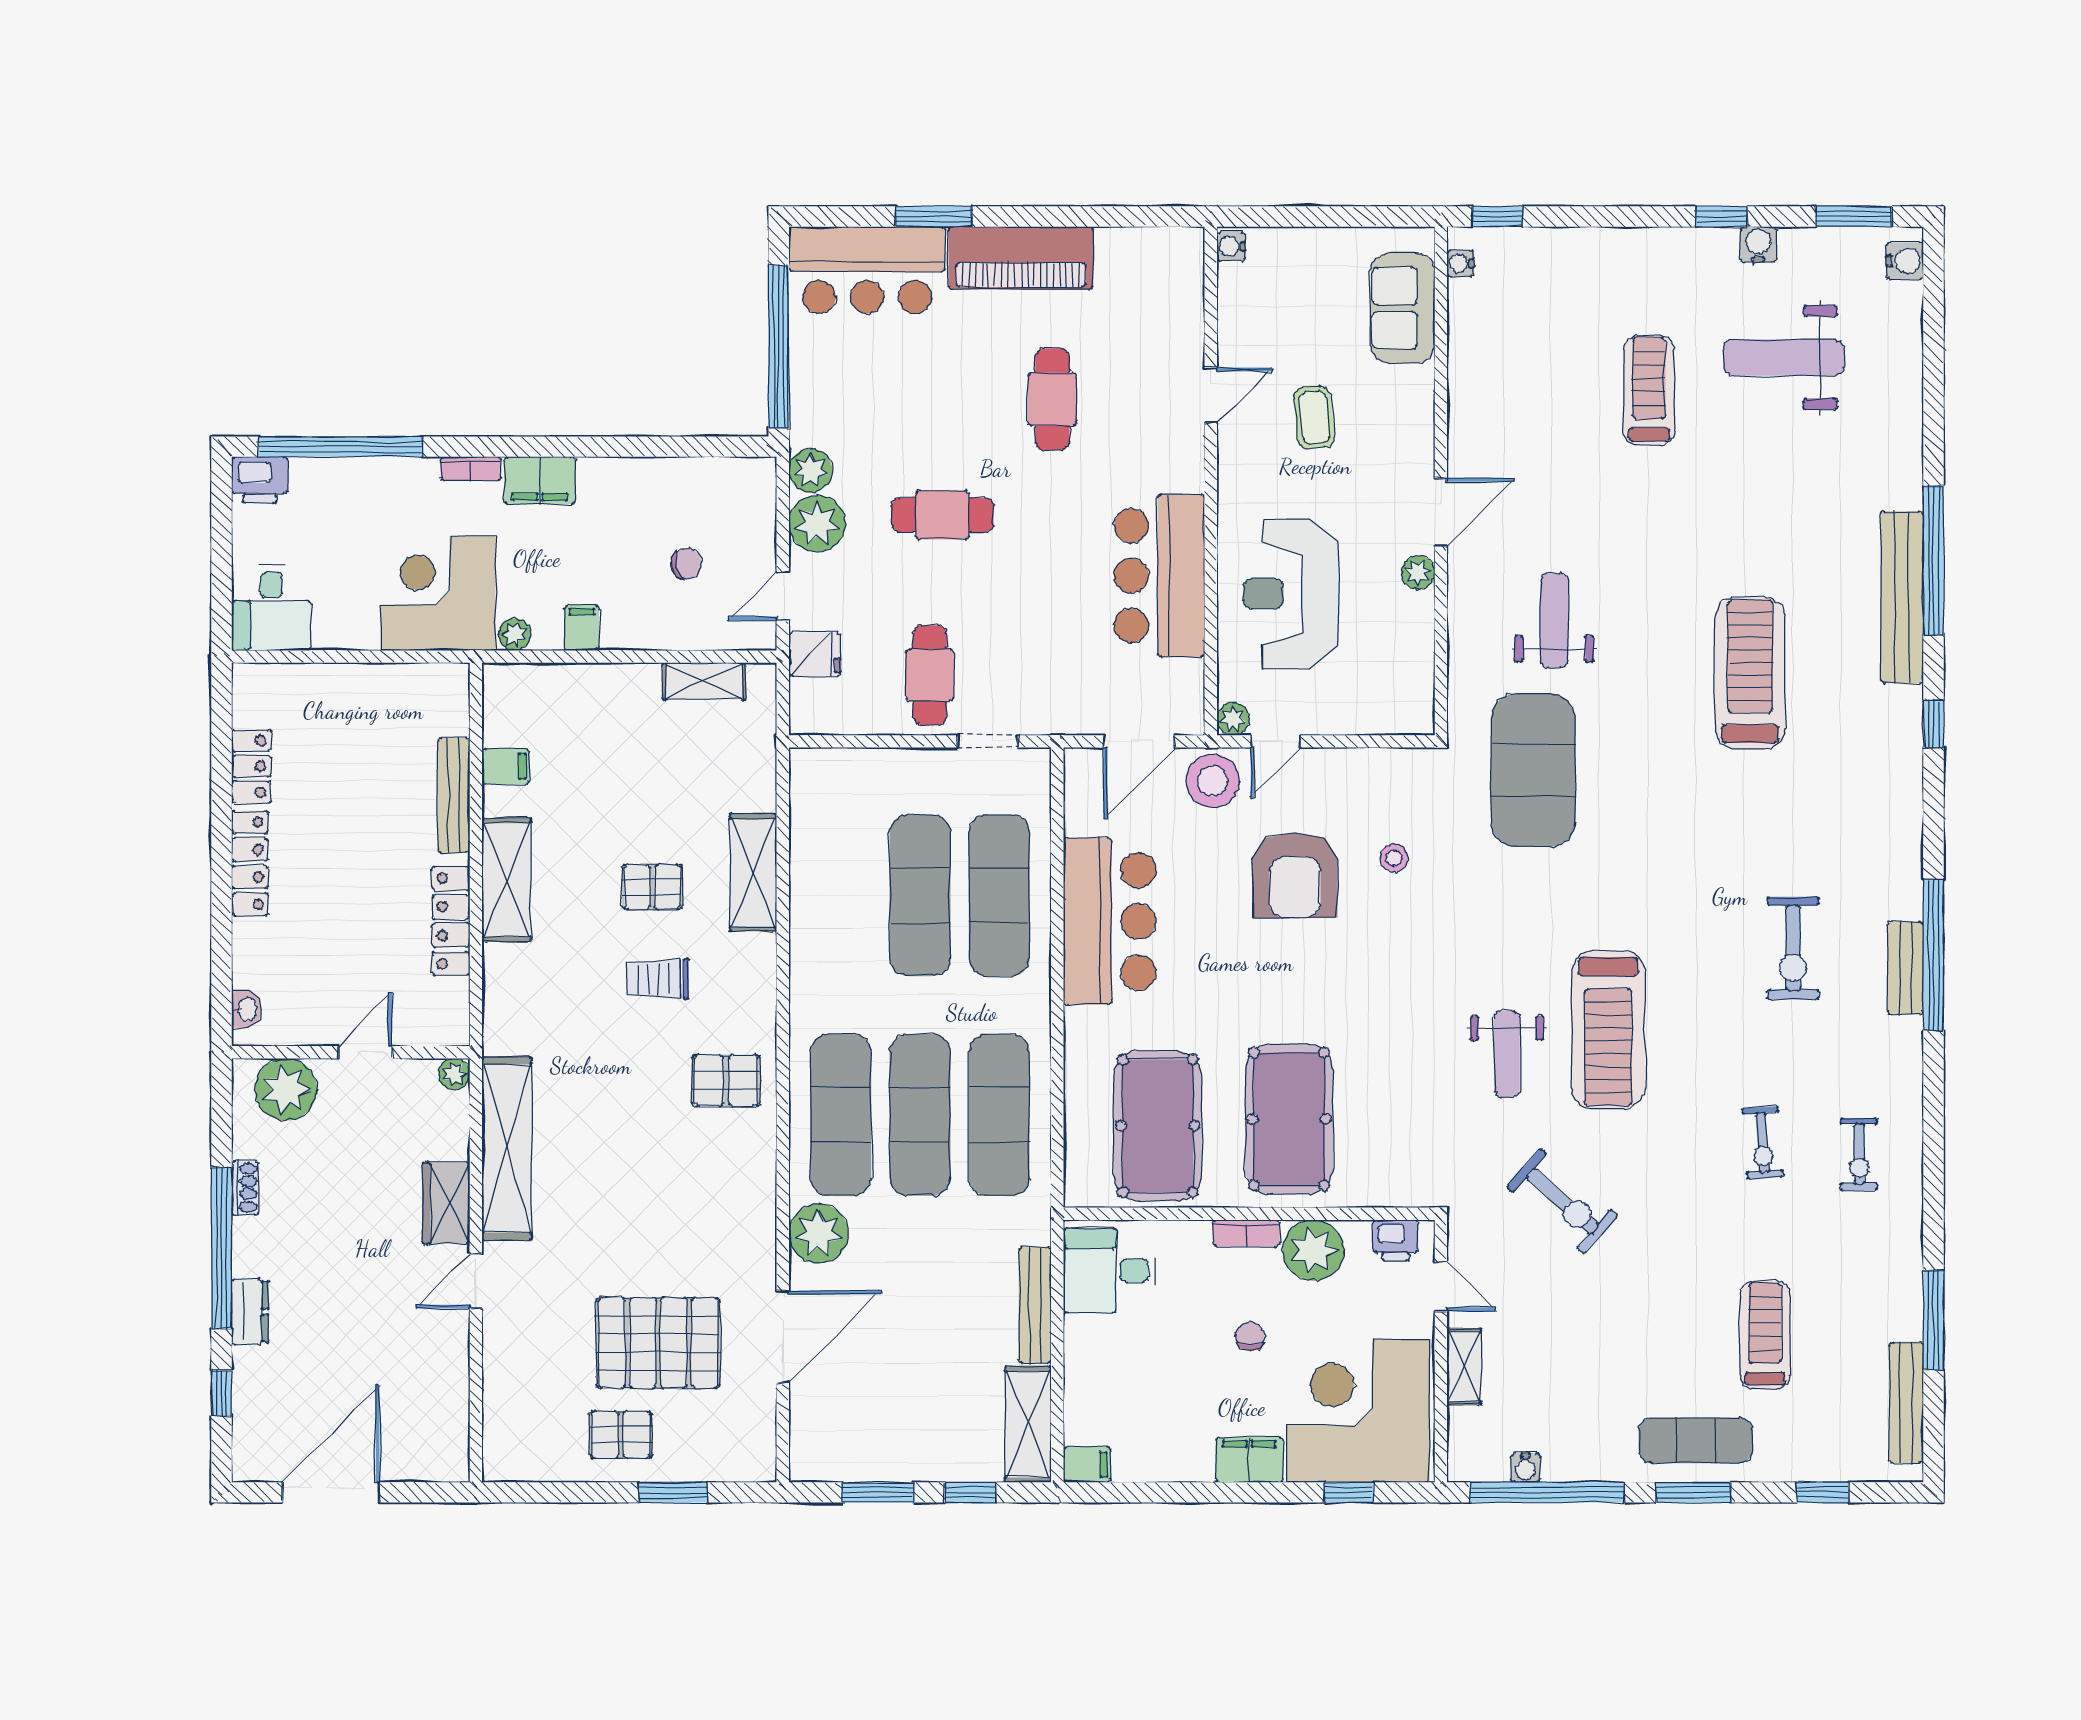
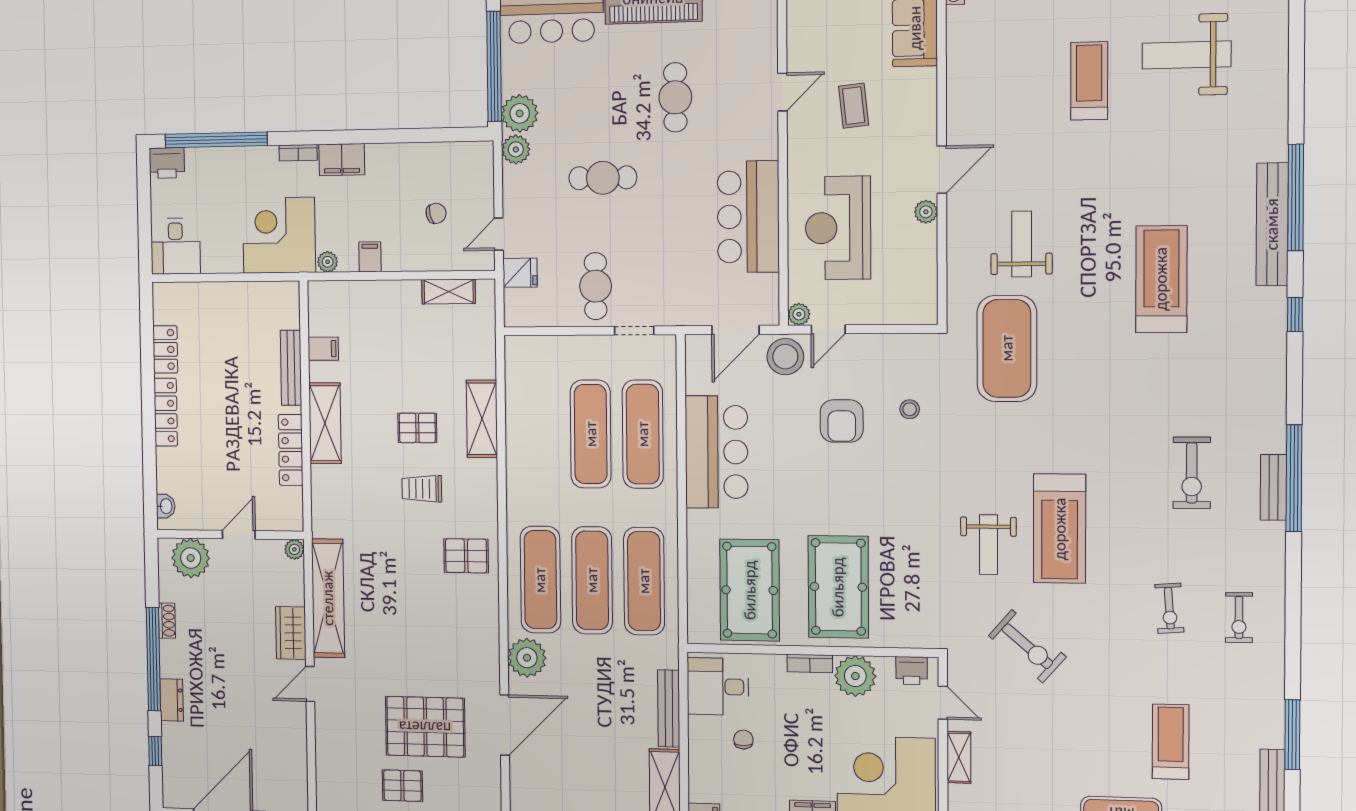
plant: (817, 524) -> (520, 113), moved
armchair: (1295, 875) -> (842, 421), width x0.73, depth x0.73
chair: (1250, 1336) -> (743, 740), moved

